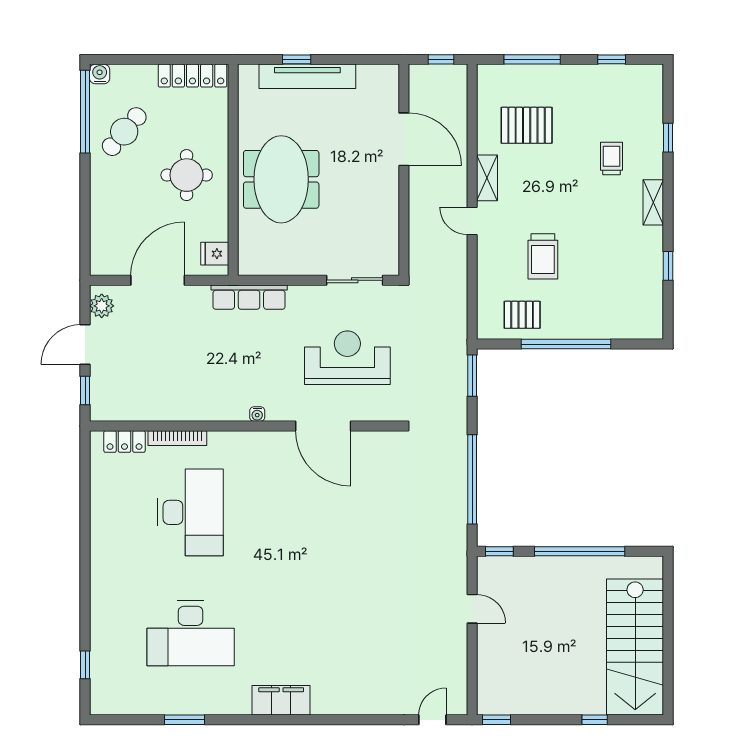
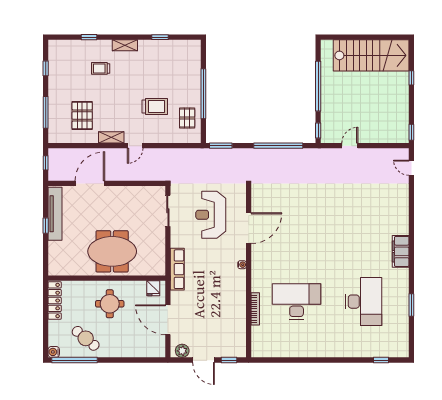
window: (297, 59) -> (46, 226), moved
tv unit: (307, 76) -> (55, 214), moved
locker: (124, 442) -> (257, 338), removed

